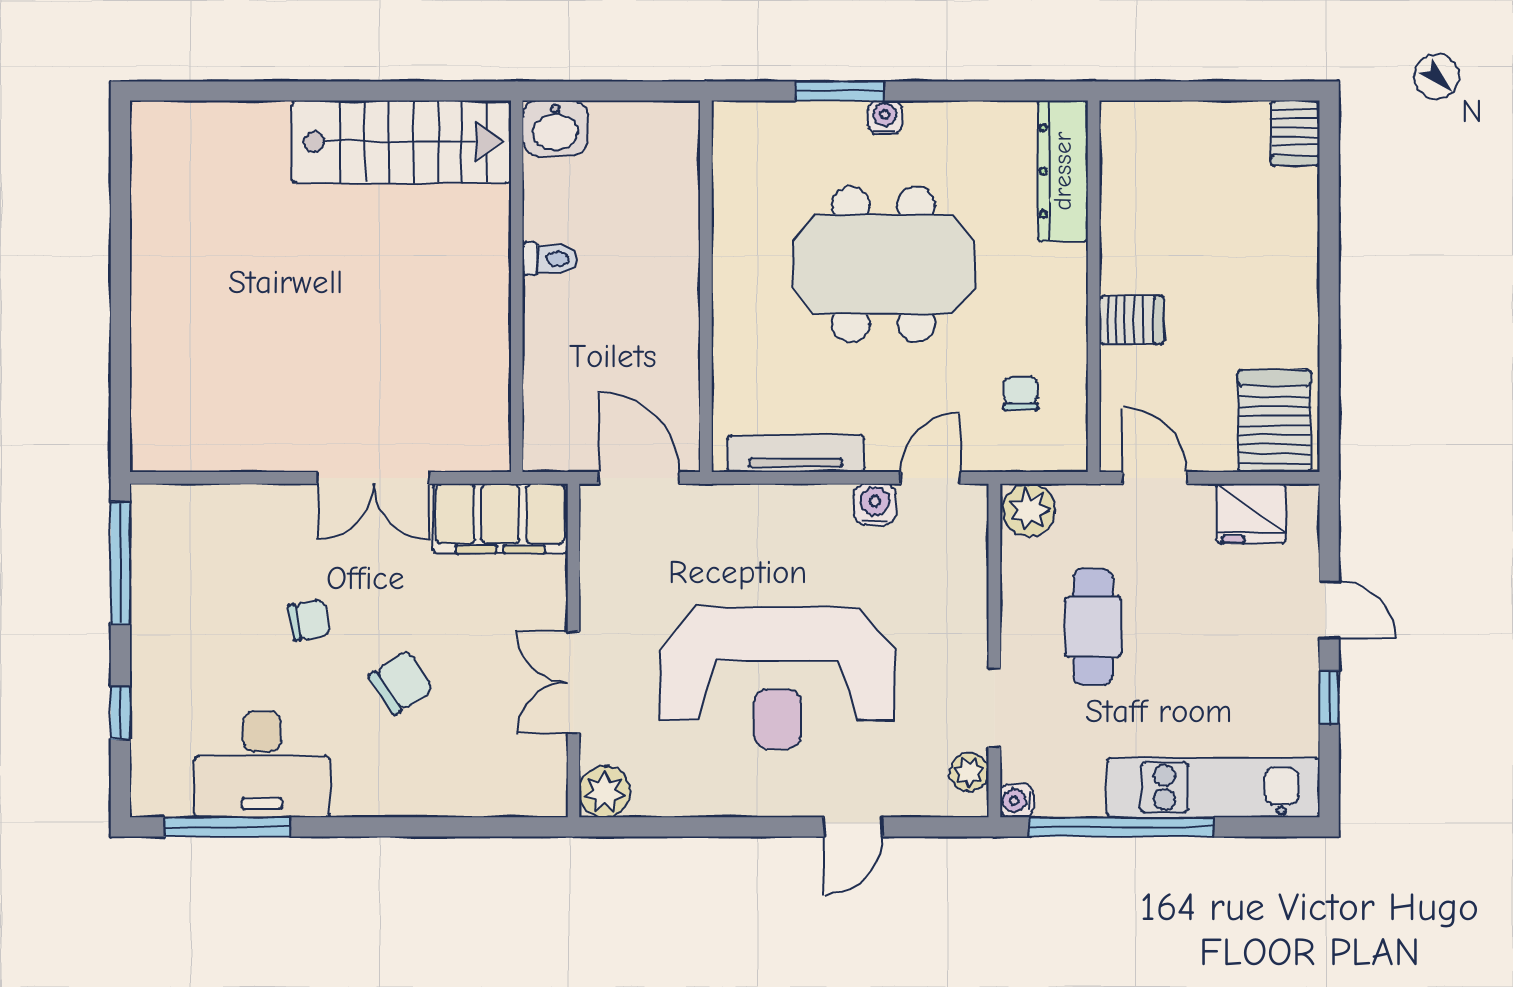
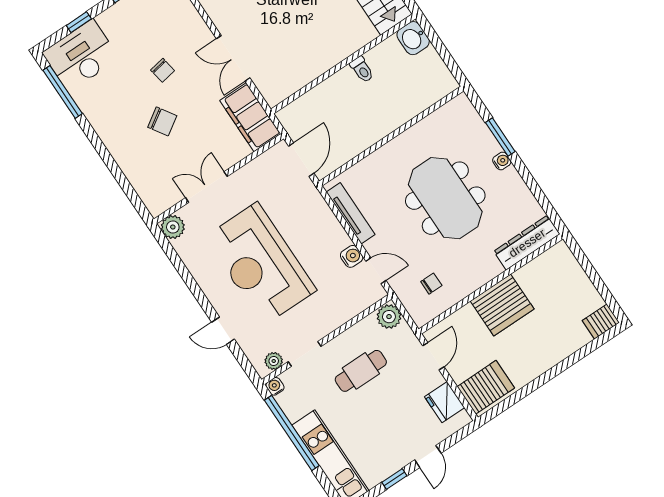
server rack: (1131, 320) -> (502, 305), width x2.18, depth x1.44
desk: (262, 764) -> (81, 55), moved, turned 90

